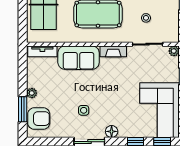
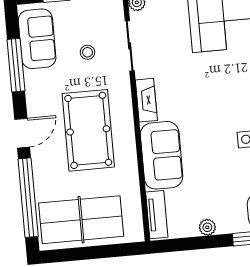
plant: (32, 93) -> (207, 227), moved

